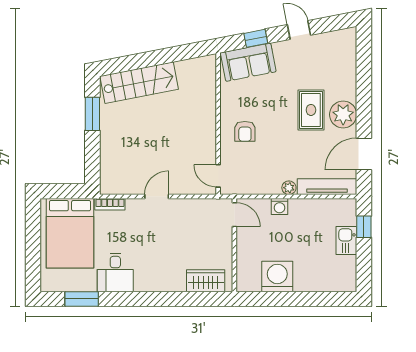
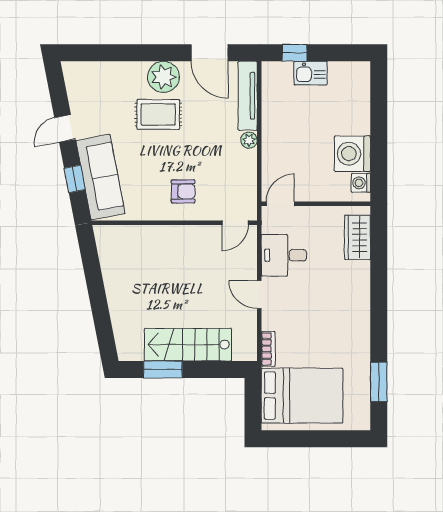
sofa: (248, 62) -> (100, 177), width x1.36
stairs: (139, 83) -> (188, 345), moved, turned -79
washing machine: (280, 206) -> (361, 183), moved, turned 180
desk: (115, 272) -> (284, 255), moved, turned 180

